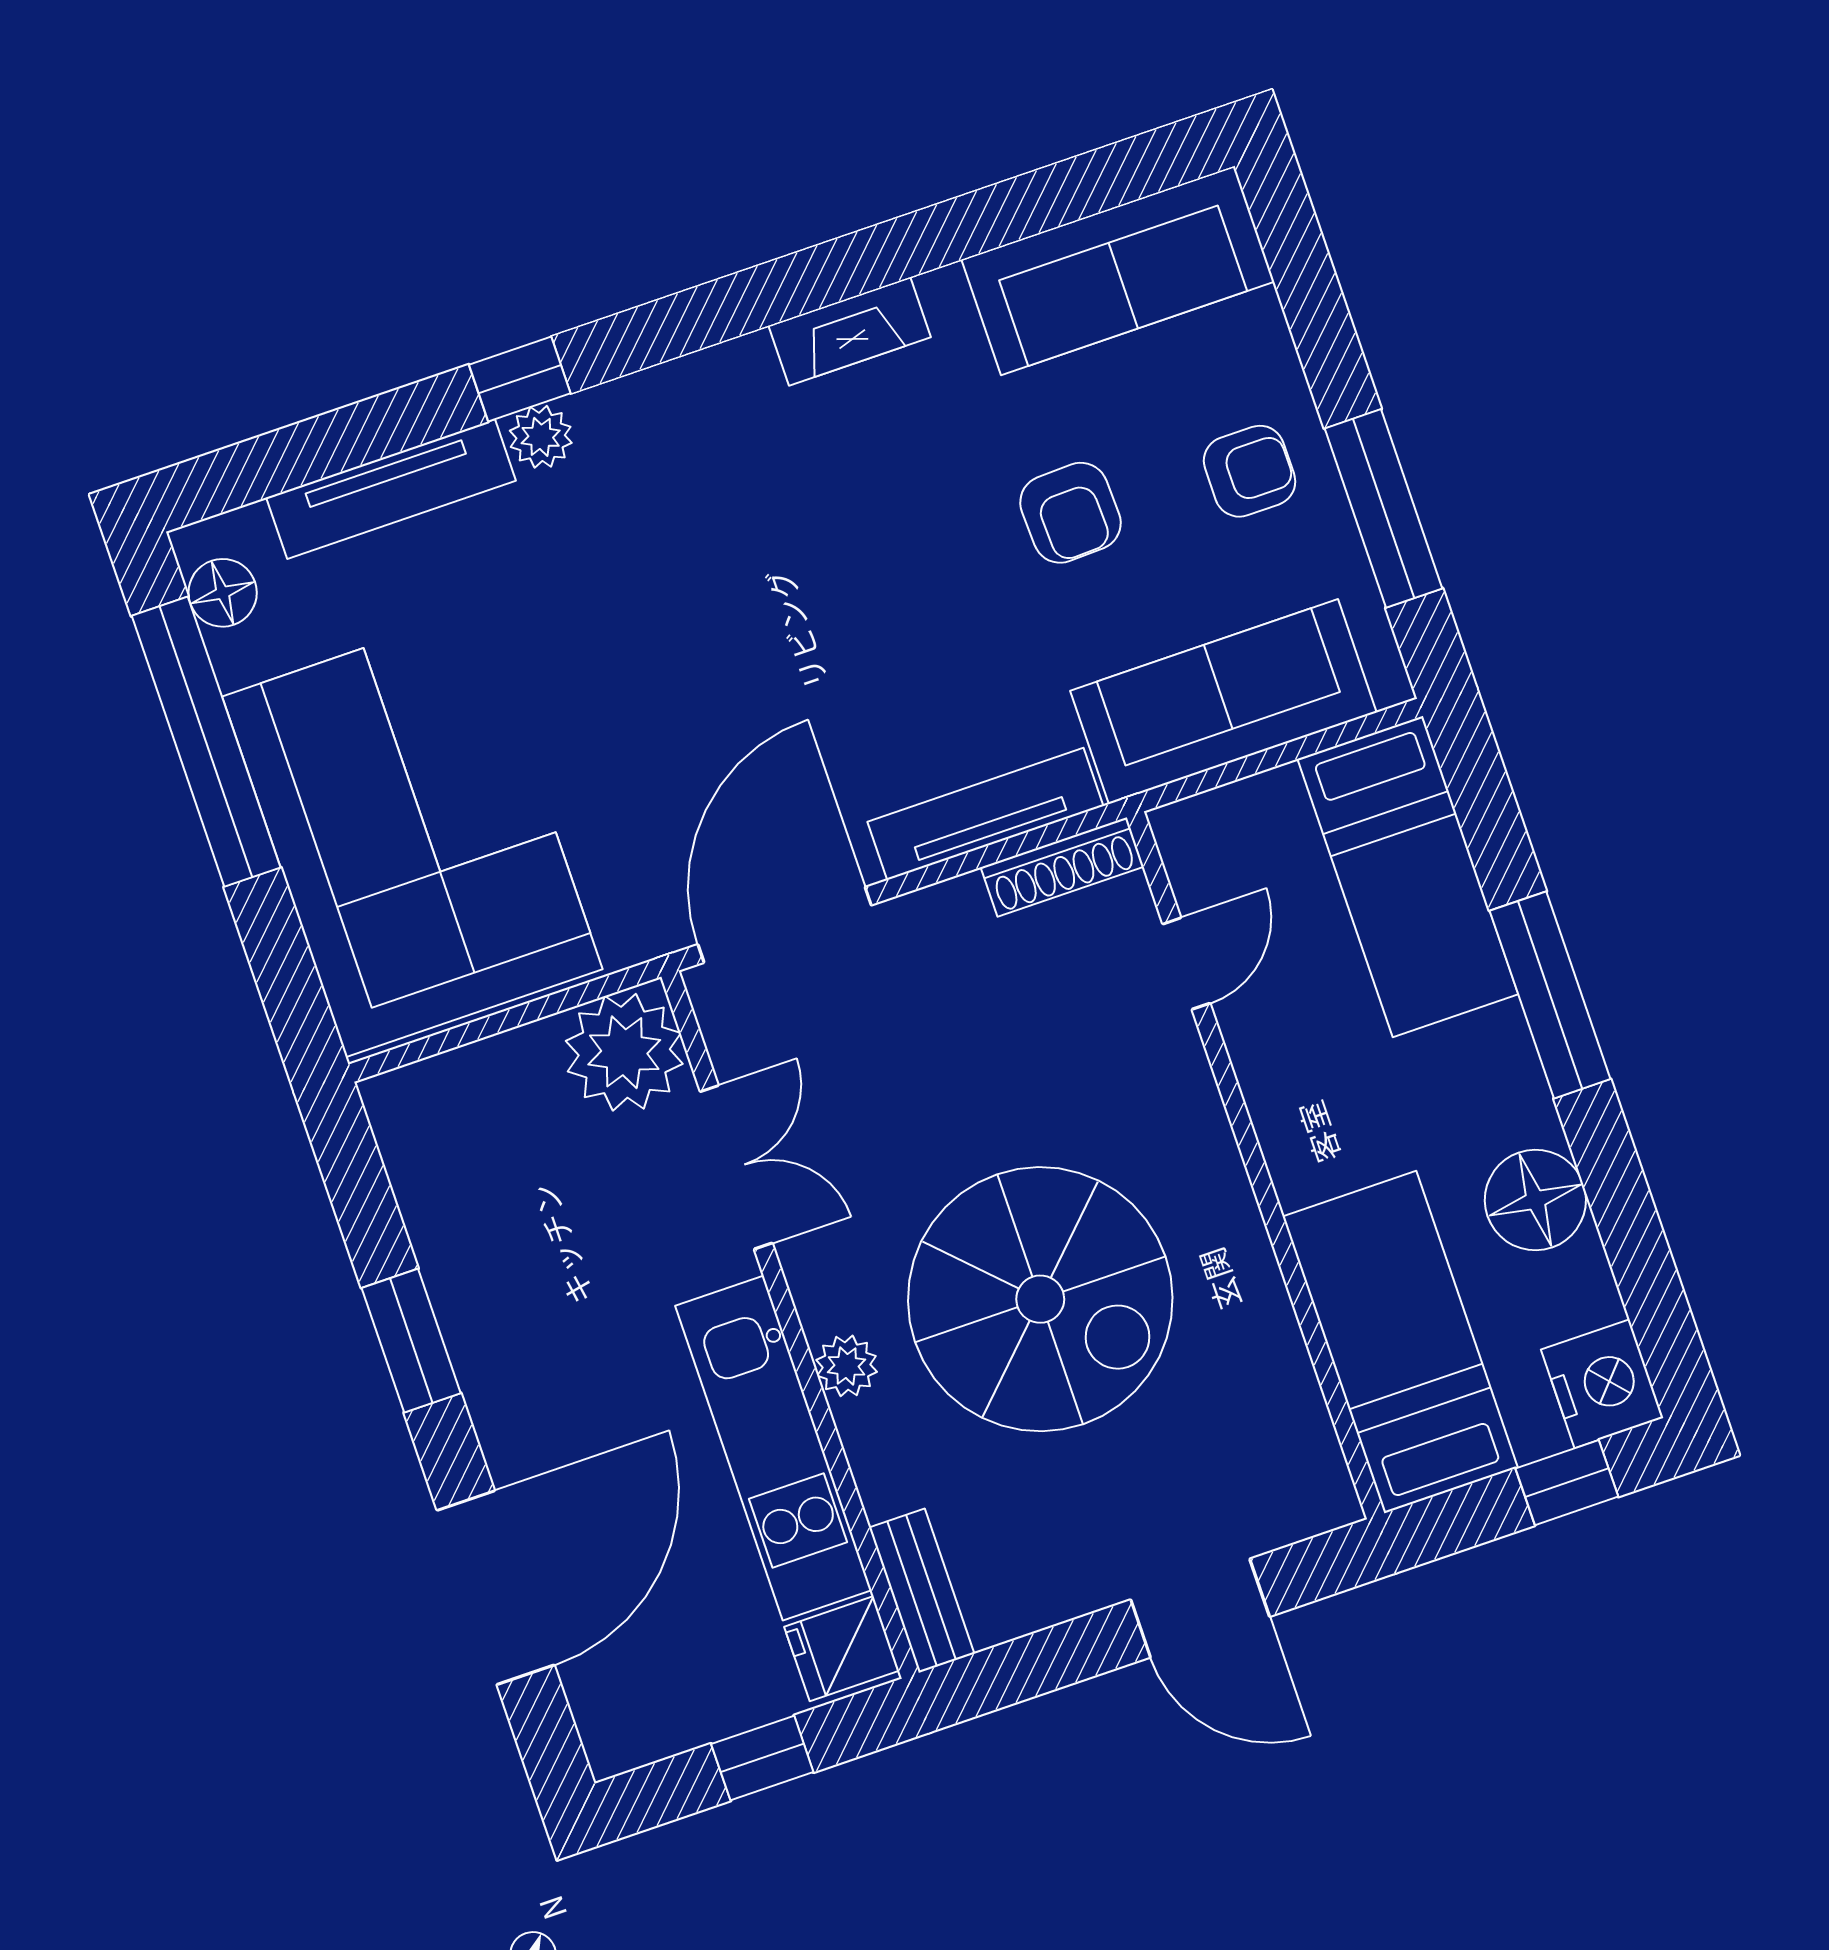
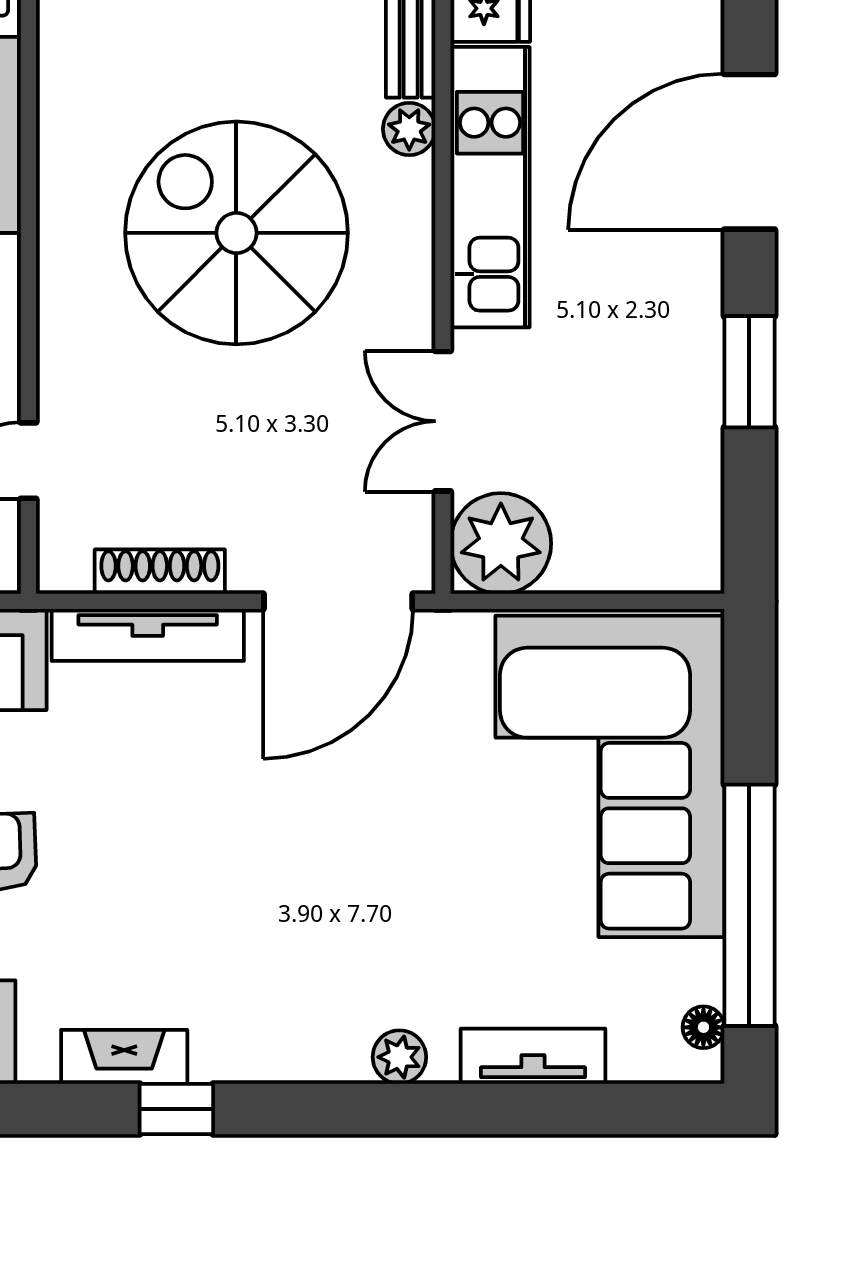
window: (520, 379) -> (176, 1109), moved
tv unit: (391, 489) -> (533, 1056), width x0.71
floor lamp: (223, 593) -> (703, 1027), width x0.73, depth x0.73
shoe rack: (1062, 867) -> (160, 572), moved
plant: (847, 1366) -> (409, 129), moved

